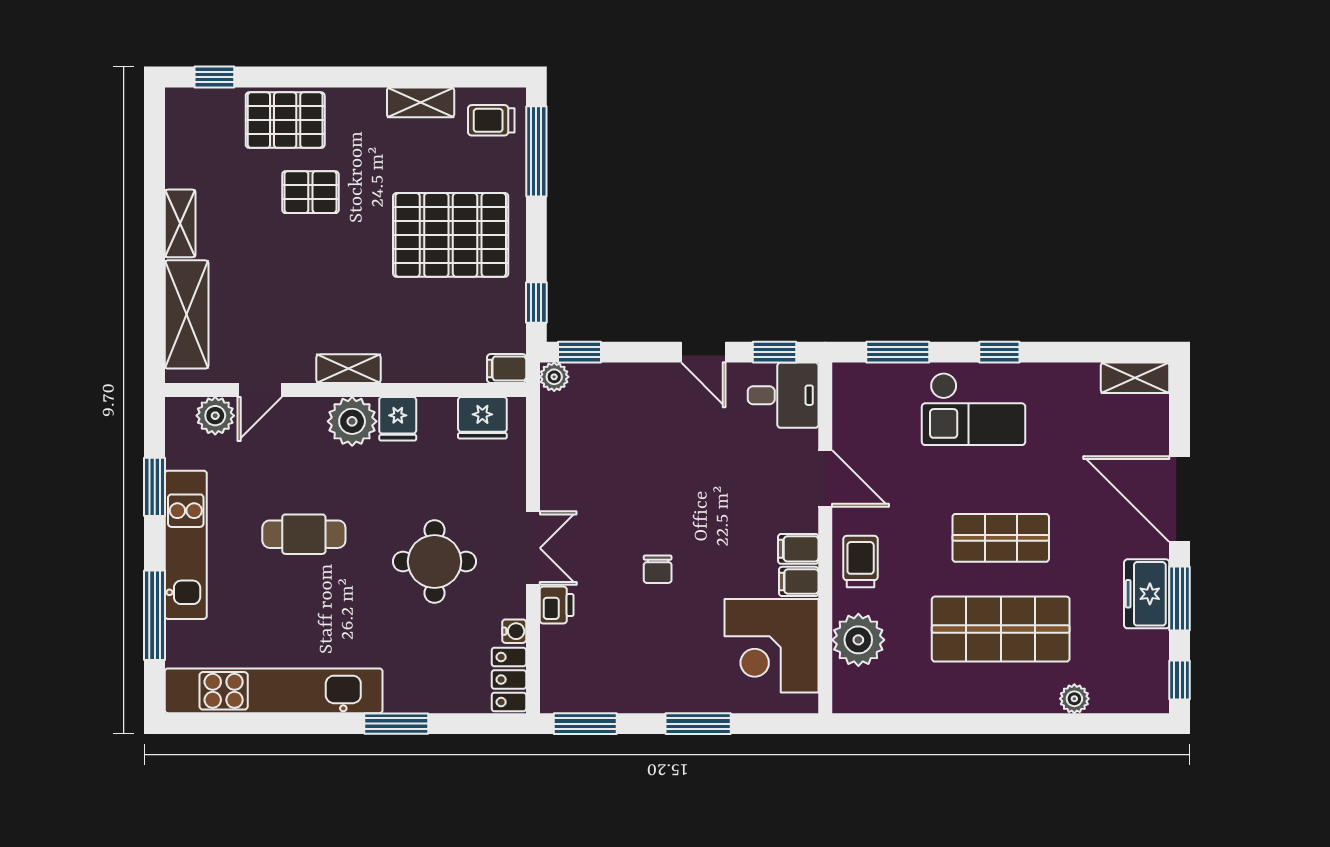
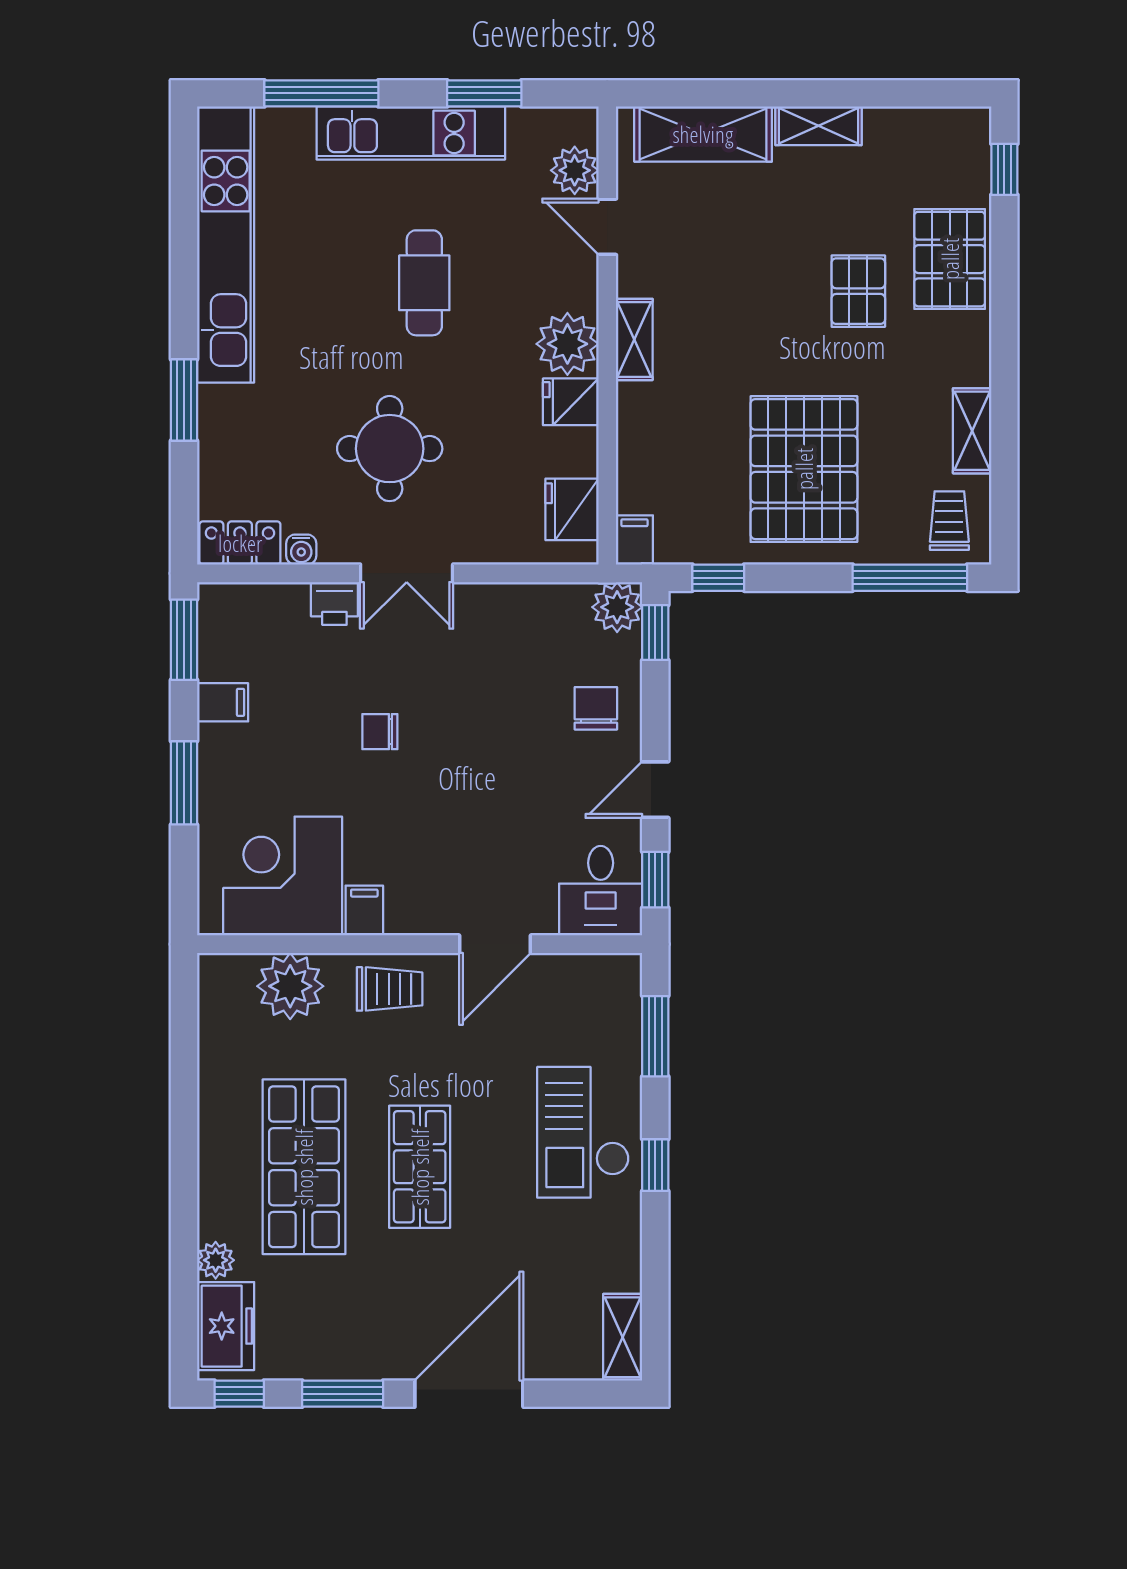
plant: (554, 377) -> (617, 607), width x1.38, depth x1.38
chair: (639, 399) -> (596, 708), added
filing cabinet: (798, 549) -> (223, 702), moved, turned 90
freezer: (1147, 594) -> (226, 1326), moved, turned 90

